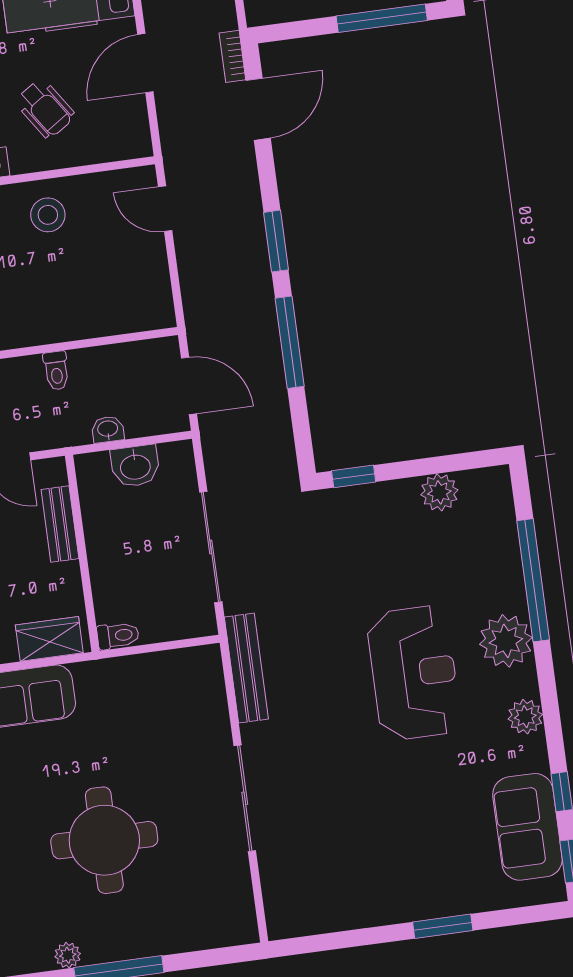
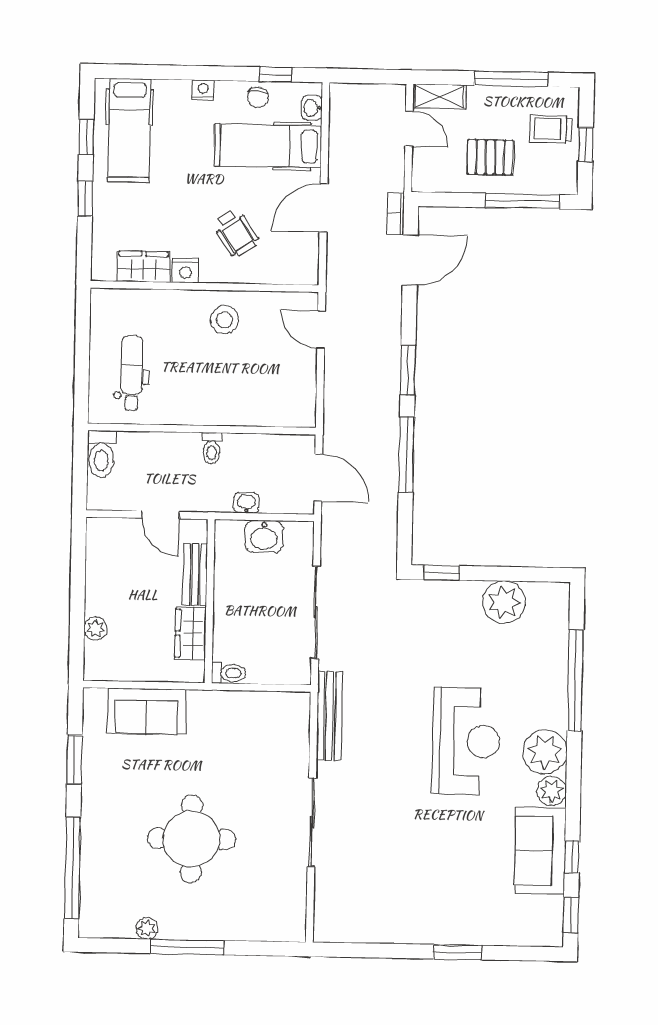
plant: (439, 492) -> (504, 602), width x1.36, depth x1.36
wardrobe: (49, 639) -> (190, 633), moved, turned -90
plant: (506, 641) -> (545, 752), moved
sofa: (527, 827) -> (540, 851), moved

